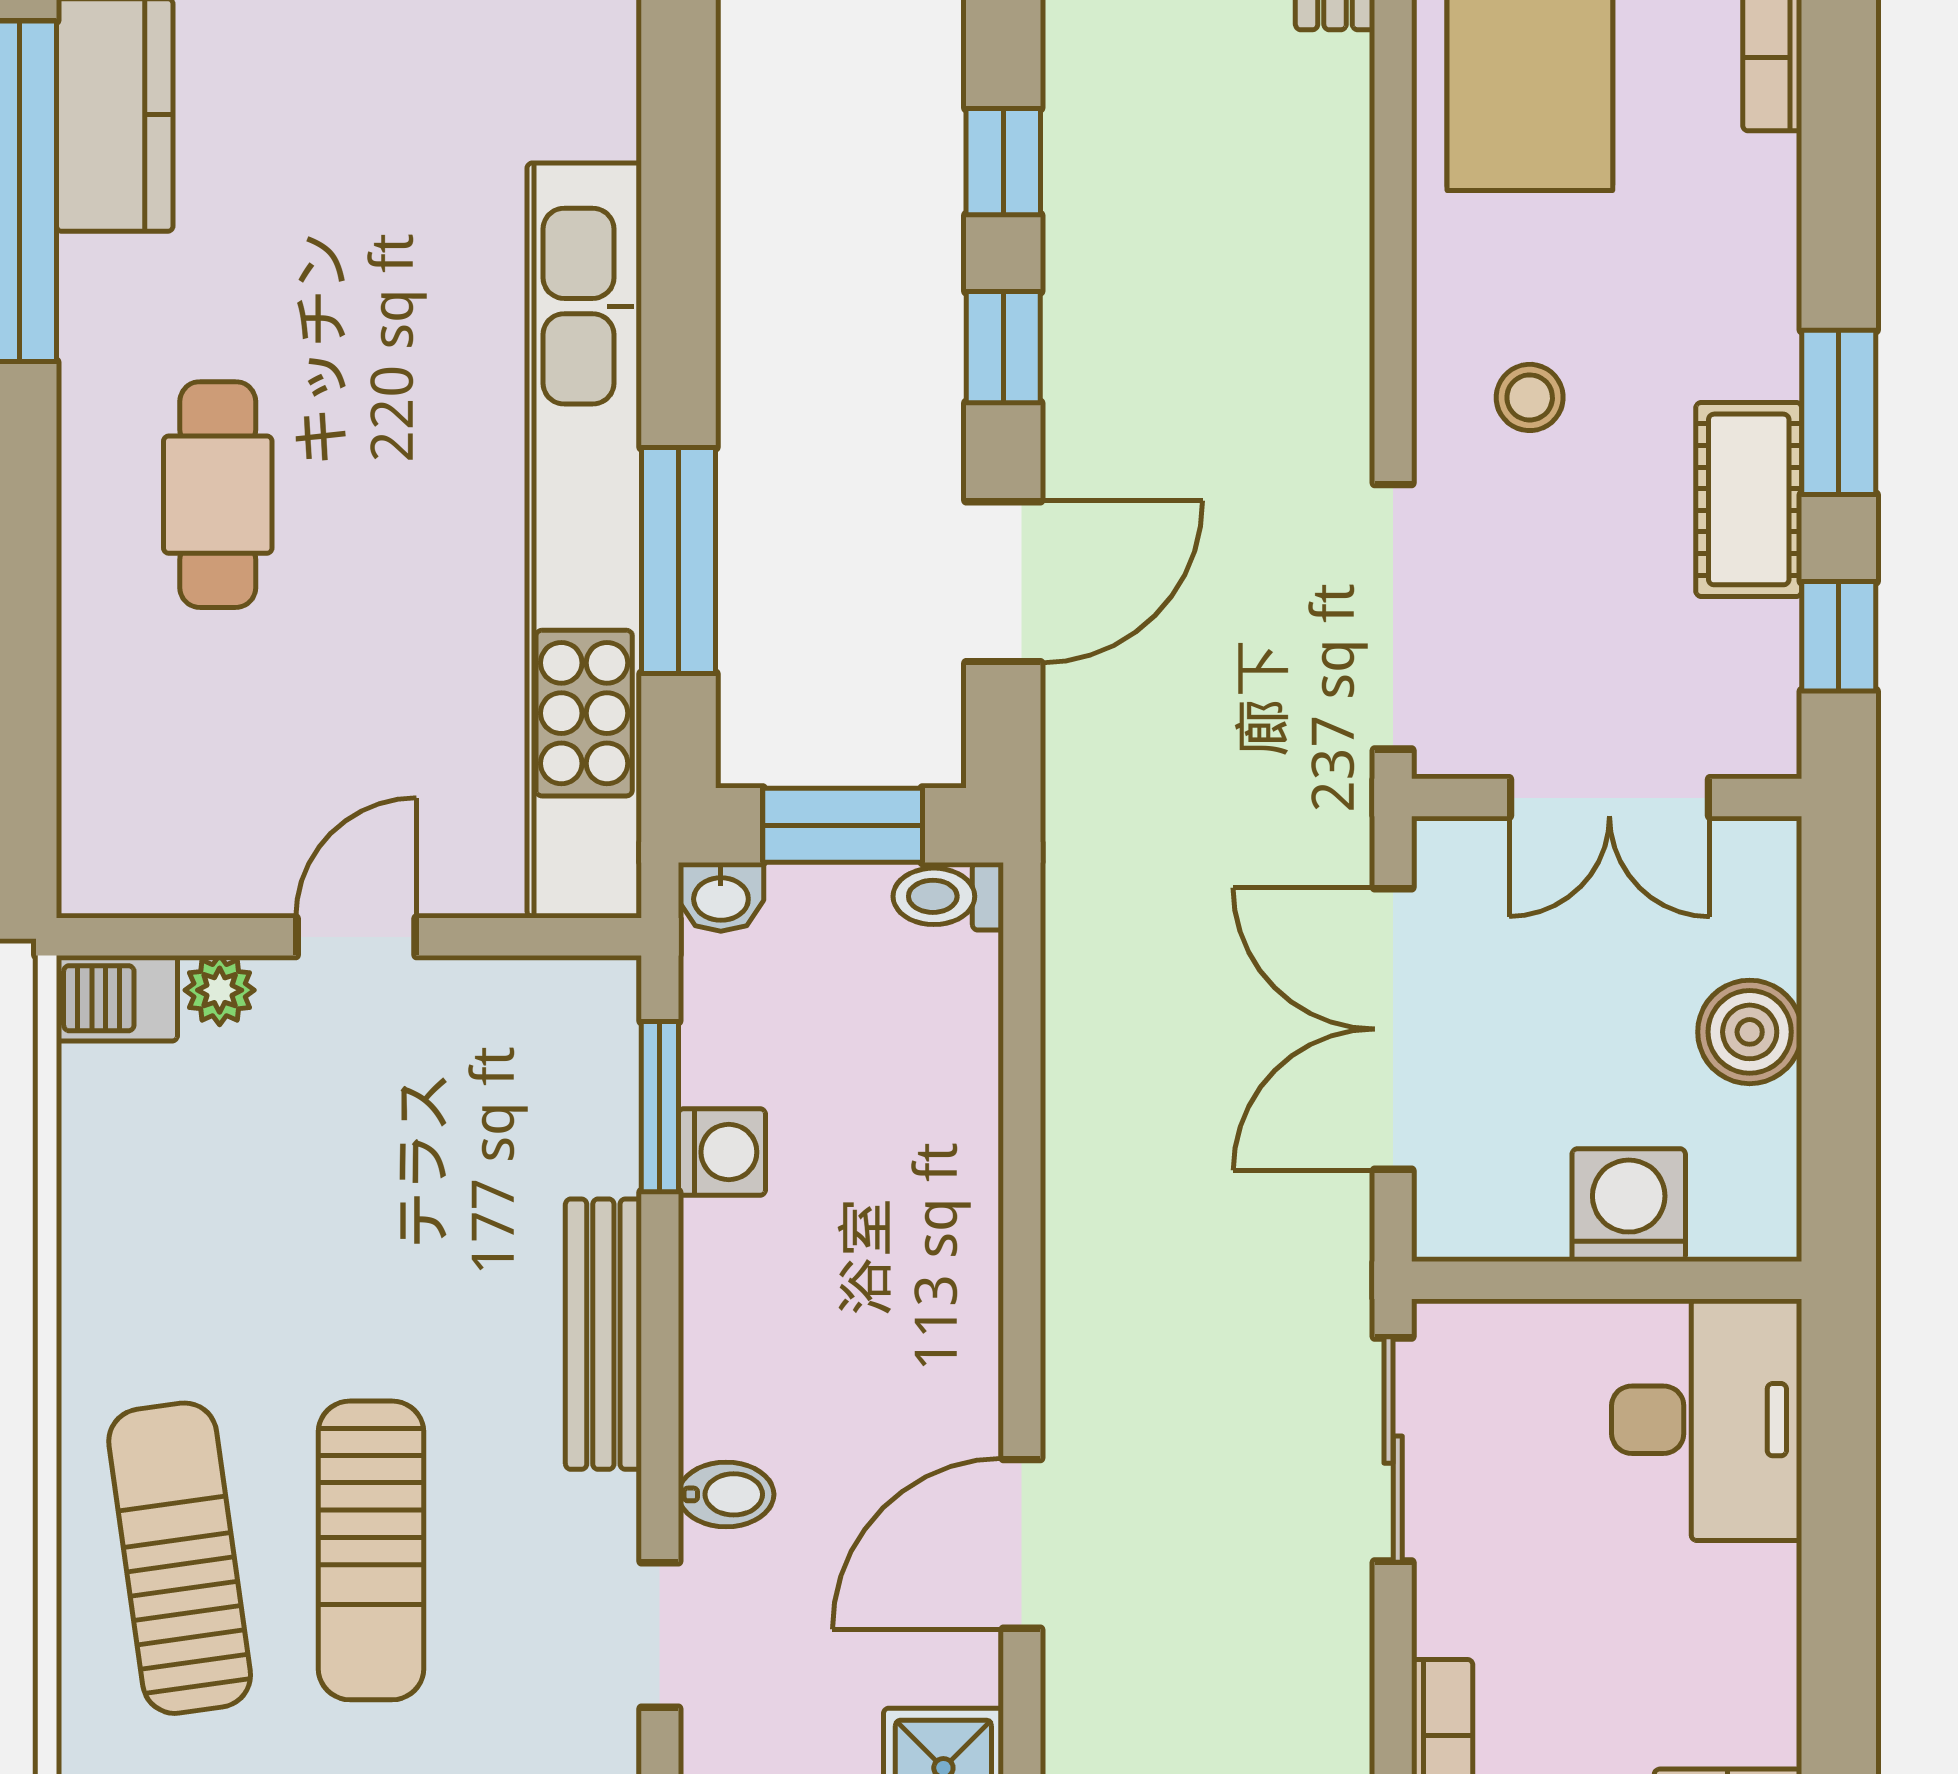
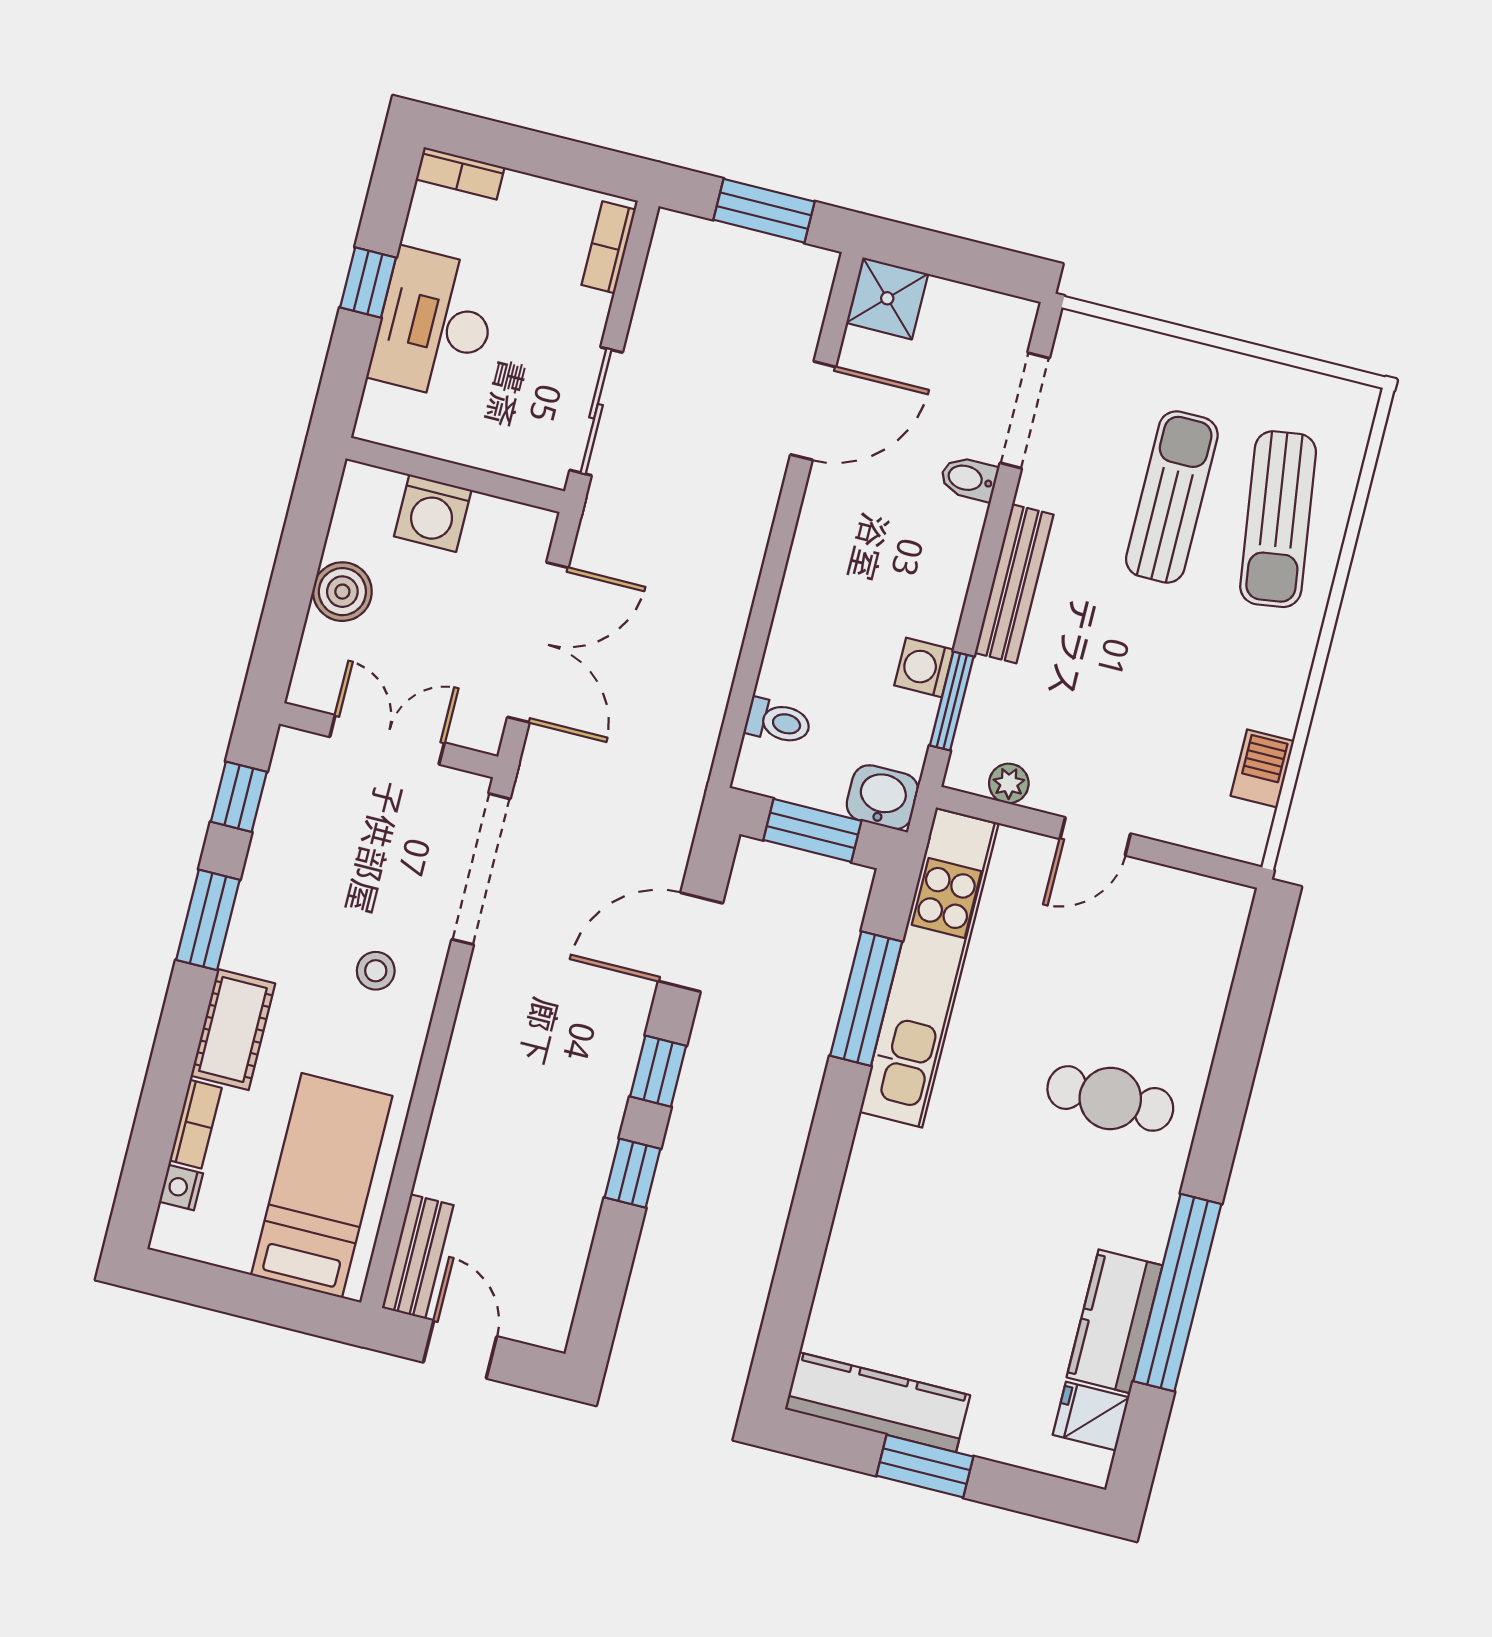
cafe table: (218, 495) -> (1110, 1098), turned 90
cot: (1749, 499) -> (233, 1030), moved
kitchen unit: (584, 540) -> (929, 968), width x0.73
toilet: (948, 896) -> (778, 722), moved
washbasin: (721, 897) -> (882, 797), width x1.38, depth x1.45
plant: (220, 990) -> (1009, 783), moved
barbecue: (117, 998) -> (1262, 769), moved, turned -90
desk: (1707, 1420) -> (435, 324), moved
window: (1839, 1572) -> (368, 282), added
doorway: (660, 1635) -> (1025, 411), width x1.38

